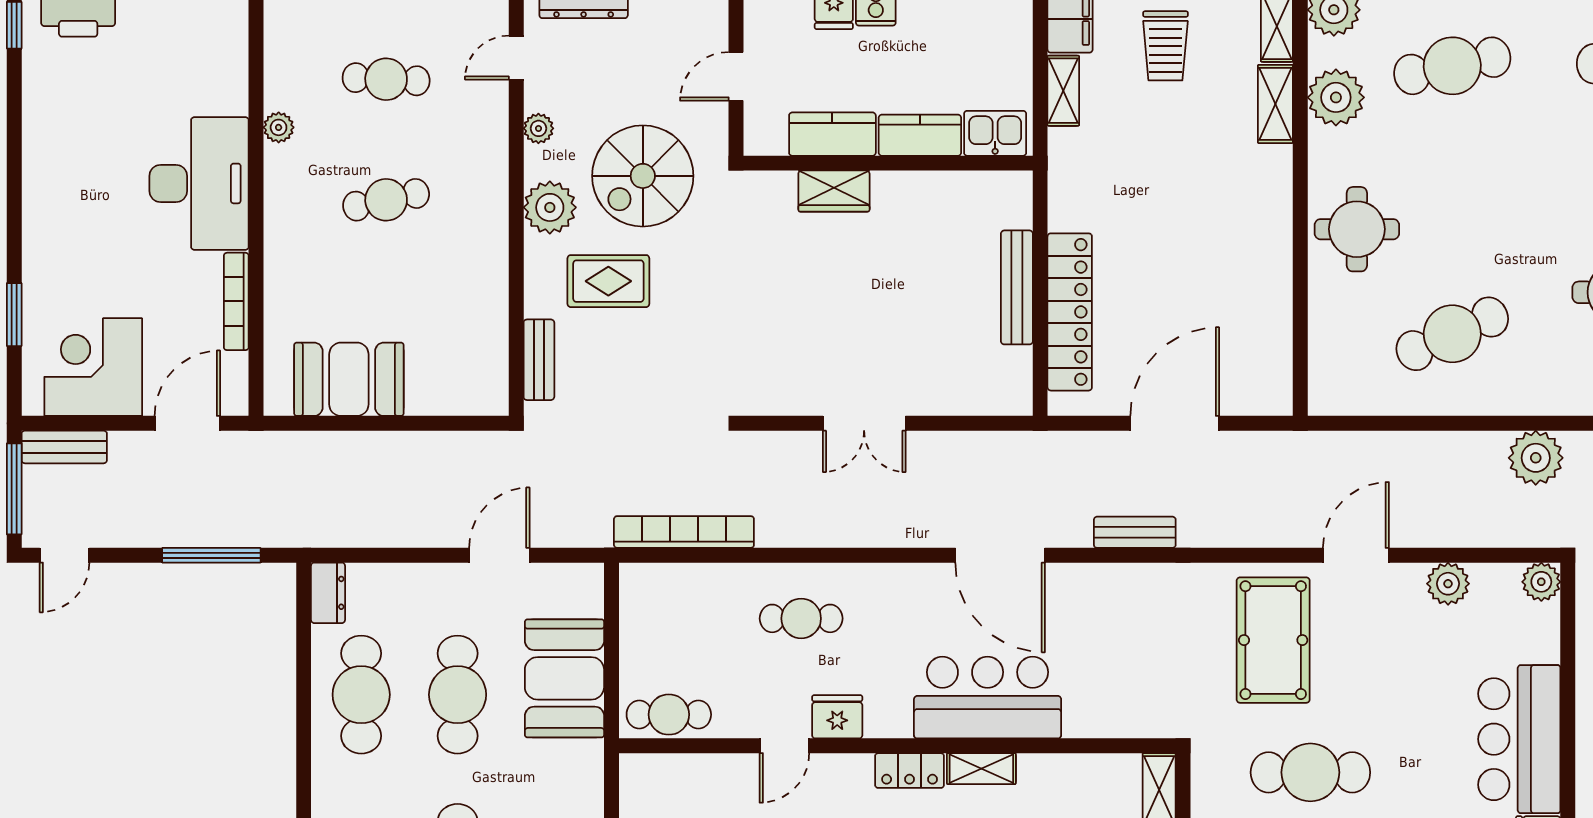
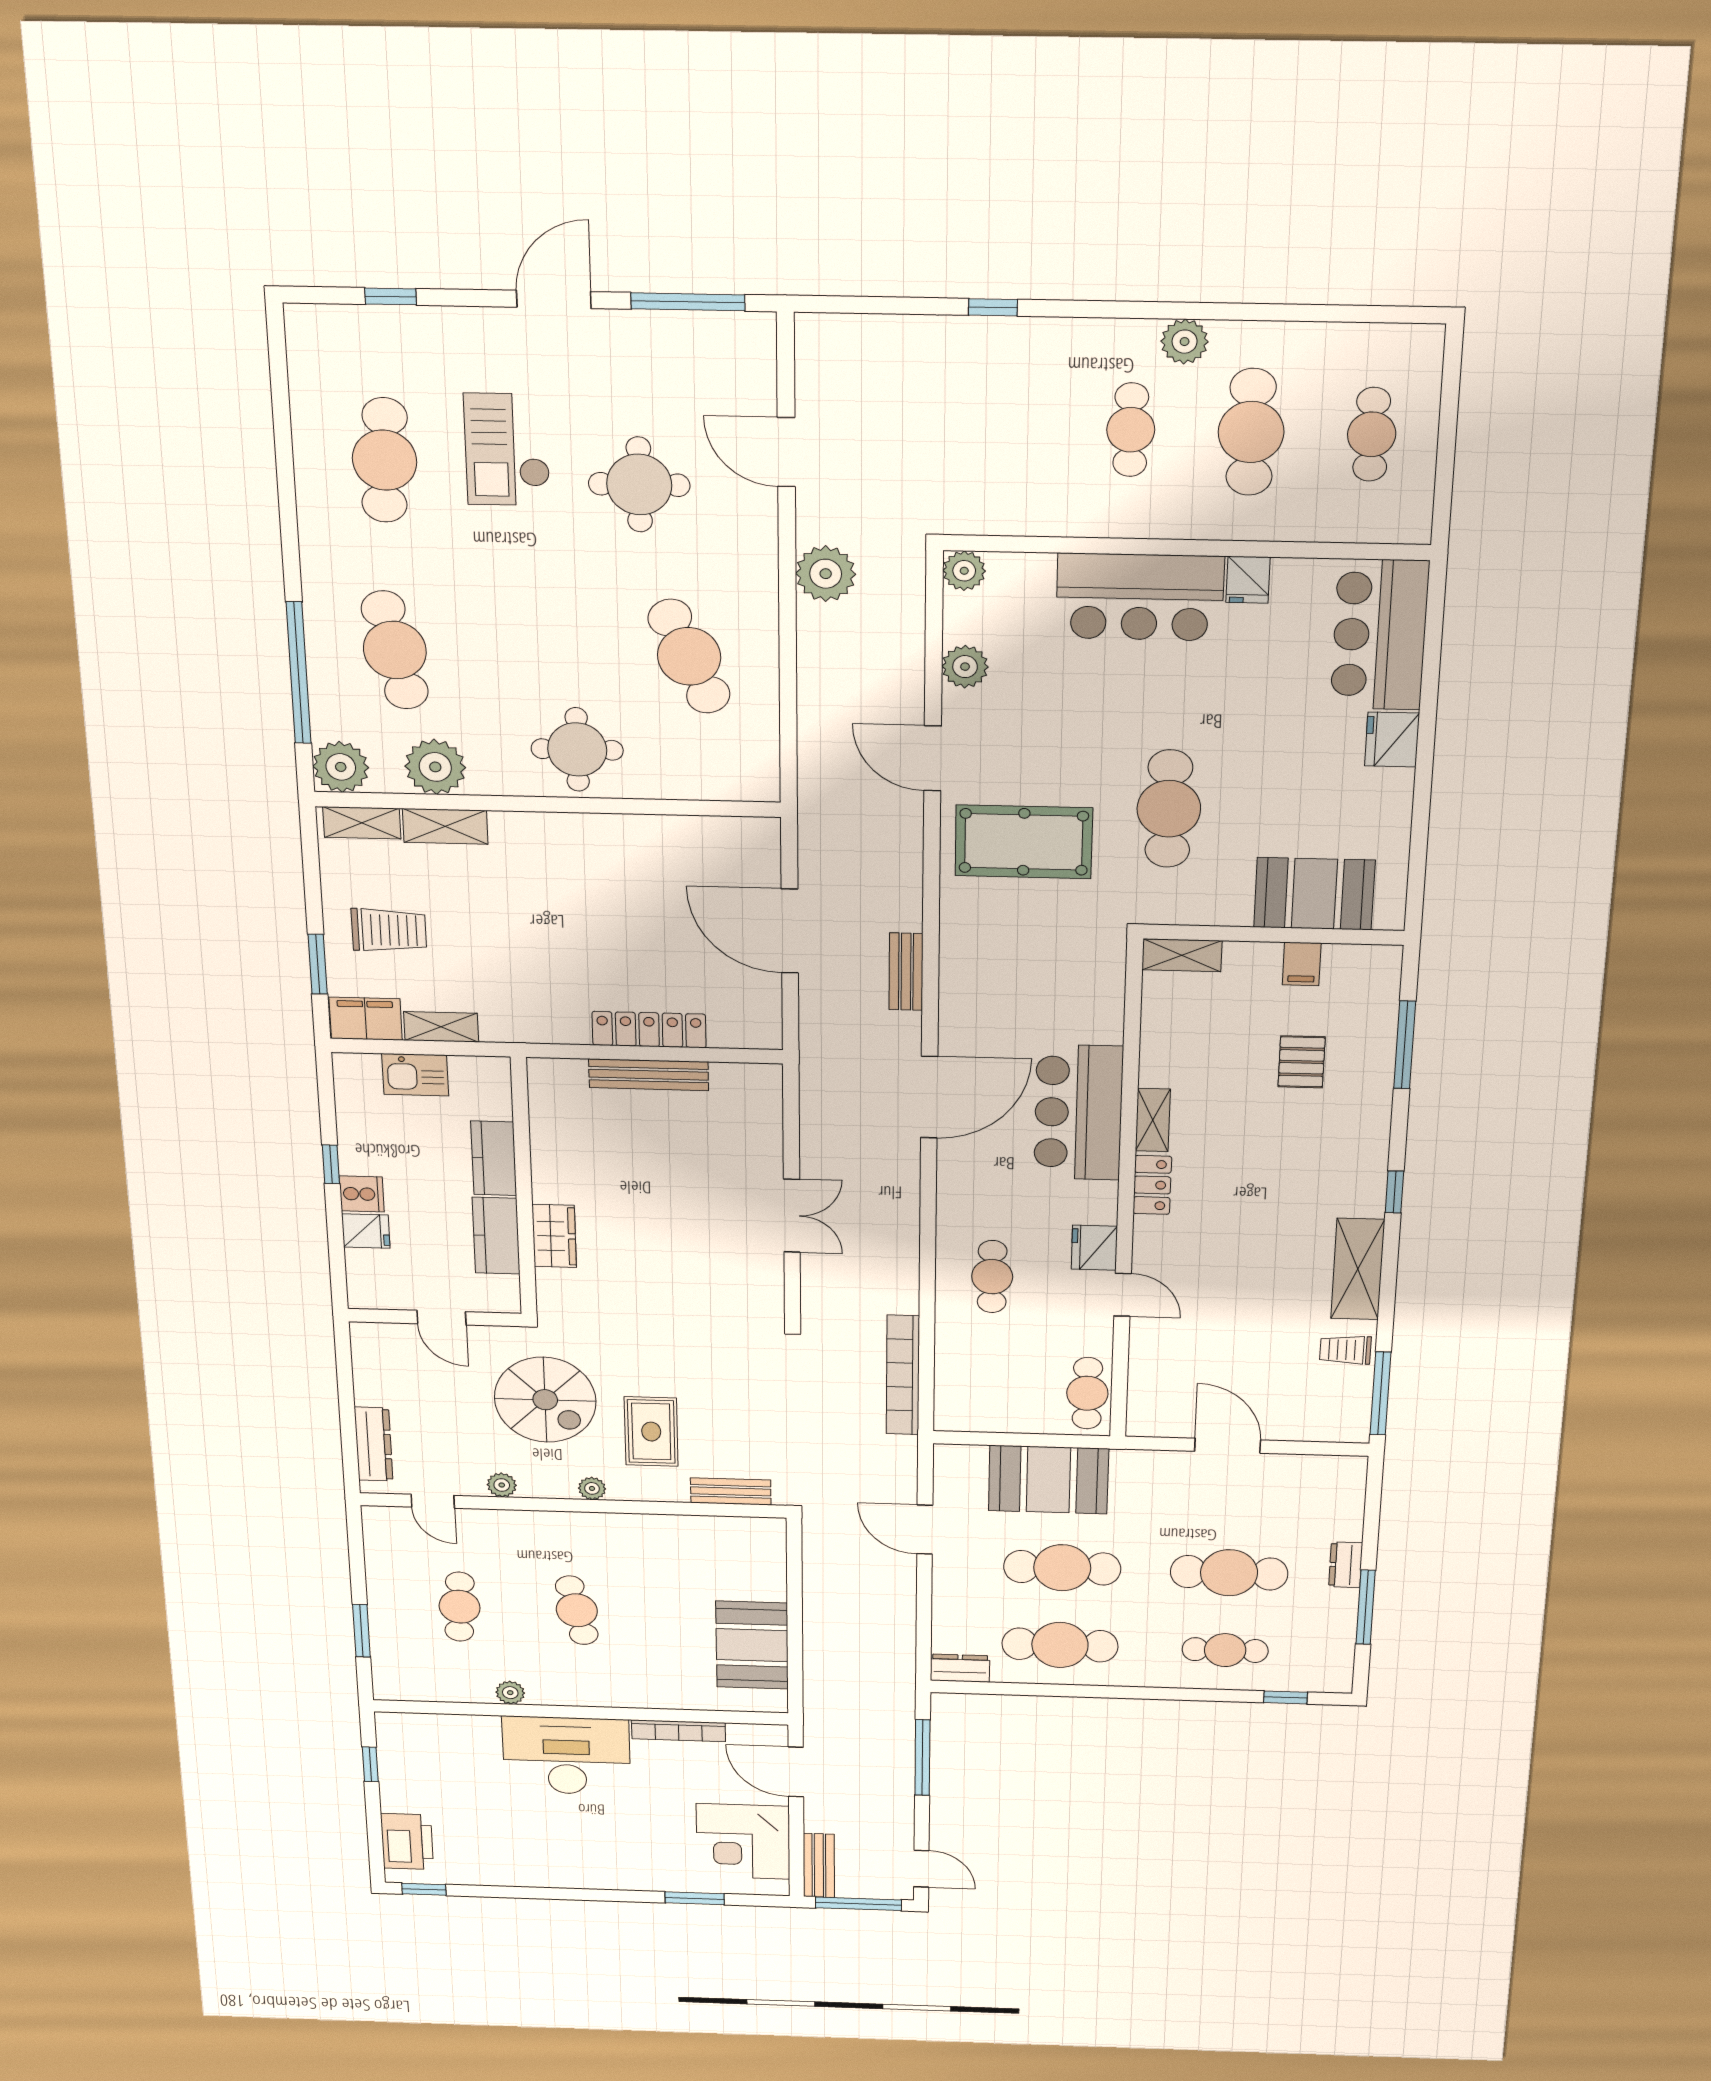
kitchen sink: (995, 133) -> (415, 1075), moved, turned -90
plant: (550, 207) -> (592, 1488), width x0.53, depth x0.53
locker: (1070, 312) -> (649, 1030), width x0.71, depth x0.83

